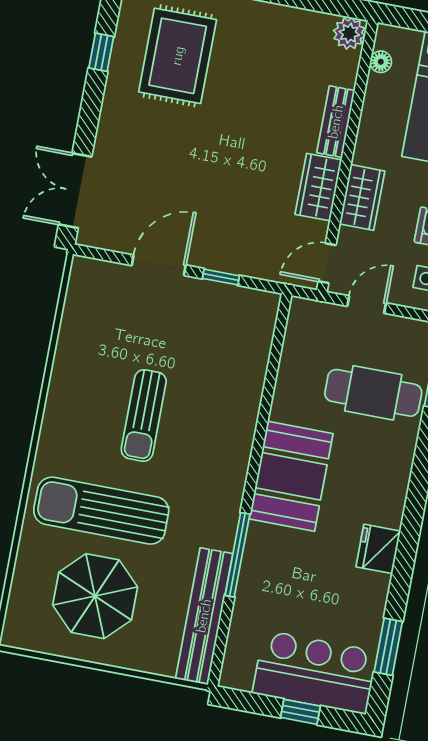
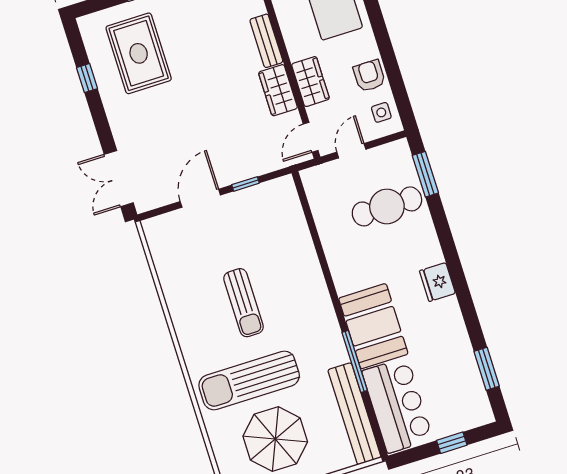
booth: (291, 476) -> (373, 326), moved
fridge: (378, 549) -> (437, 282), moved
bar counter: (315, 672) -> (397, 405), moved, turned 90

